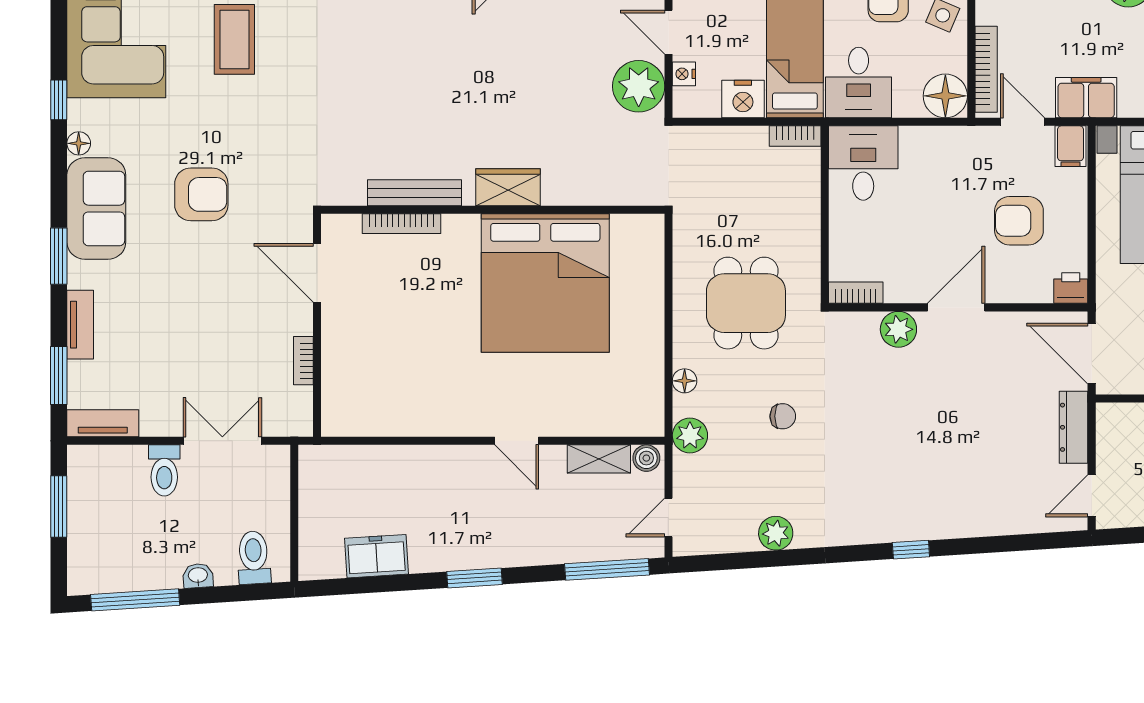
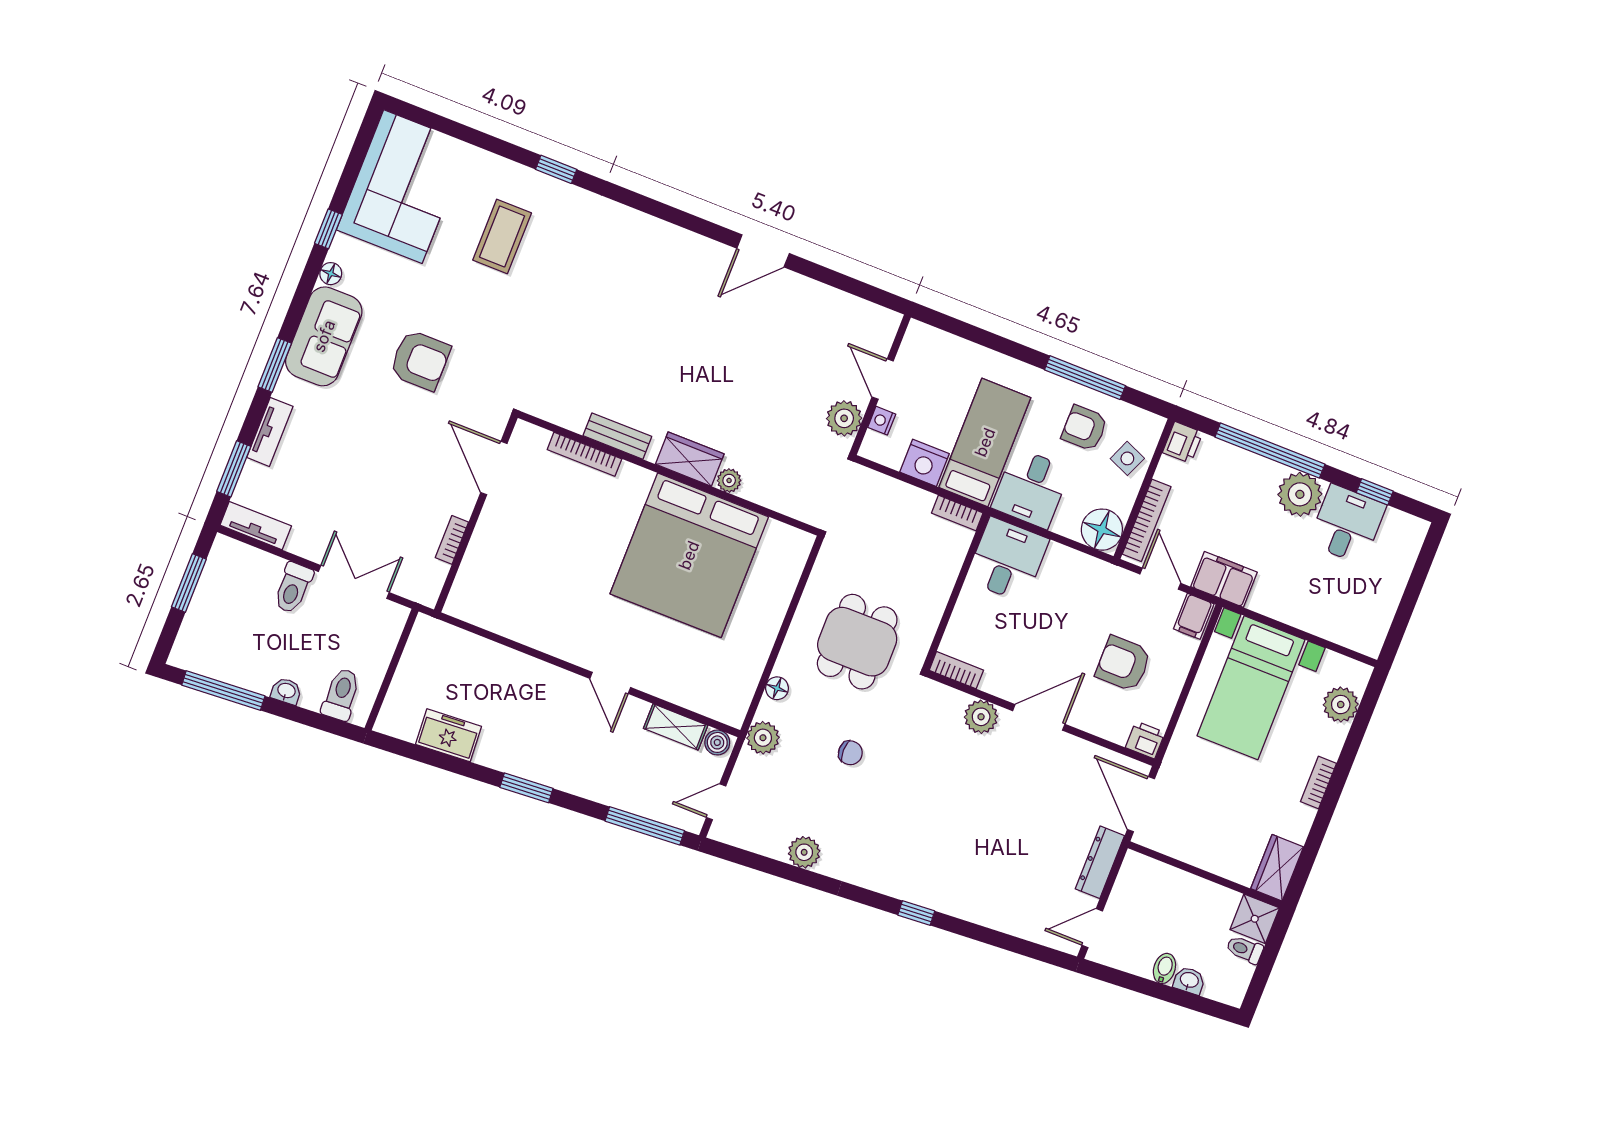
plant: (639, 86) -> (844, 418), width x0.73, depth x0.73
bench: (415, 193) -> (617, 436), width x0.73
plant: (556, 193) -> (729, 480), added

